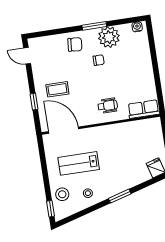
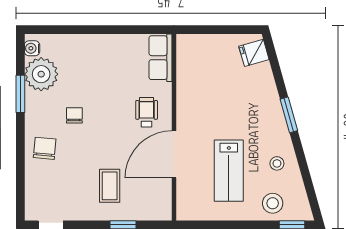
window: (94, 26) -> (20, 94), moved
plant: (109, 37) -> (41, 74), moved
door: (64, 130) -> (174, 154), moved

